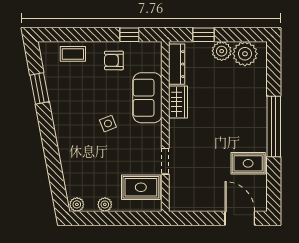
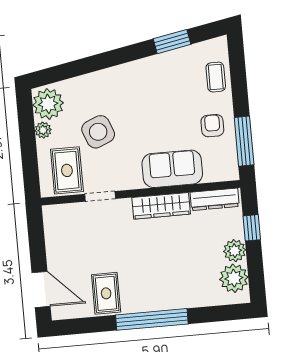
window: (129, 35) -> (244, 141), width x2.17
wardrobe: (178, 102) -> (161, 206), width x1.50
side table: (108, 124) -> (98, 132), moved, width x1.87, depth x1.87
plant: (77, 204) -> (48, 104), width x1.88, depth x1.88
door: (240, 218) -> (41, 289), hinge flipped

